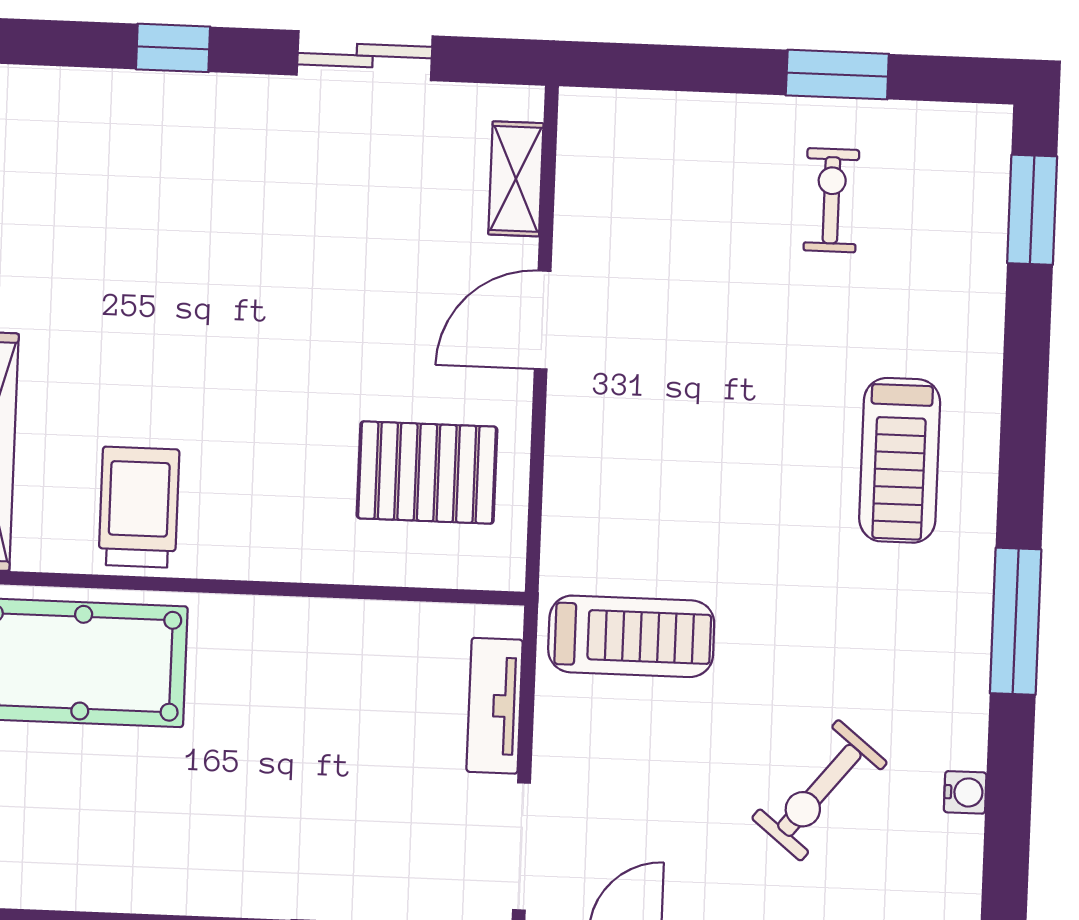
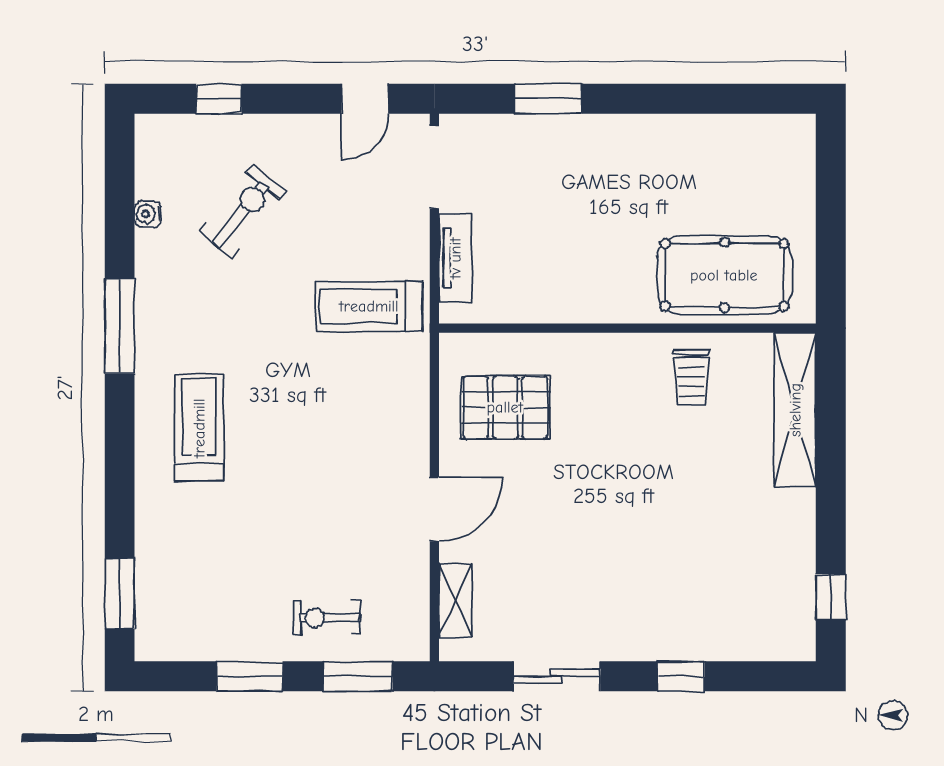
window: (670, 68) -> (358, 676), added
exercise bike: (831, 200) -> (327, 618), moved, turned 90
trolley: (139, 507) -> (691, 377), width x0.73, depth x0.72

